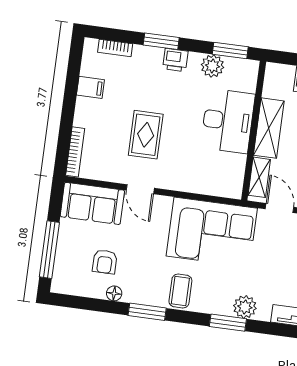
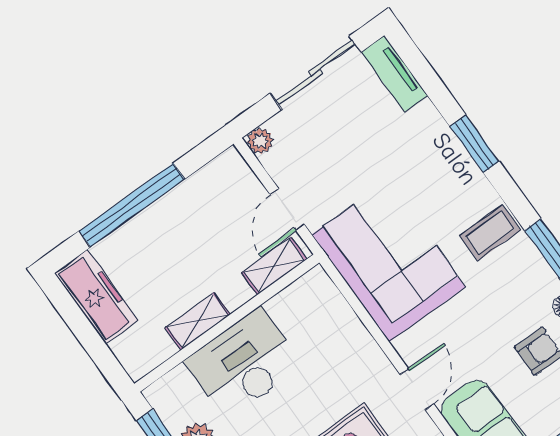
shelving: (269, 128) -> (198, 321), width x0.67, depth x0.75
plant: (245, 307) -> (438, 142), removed

